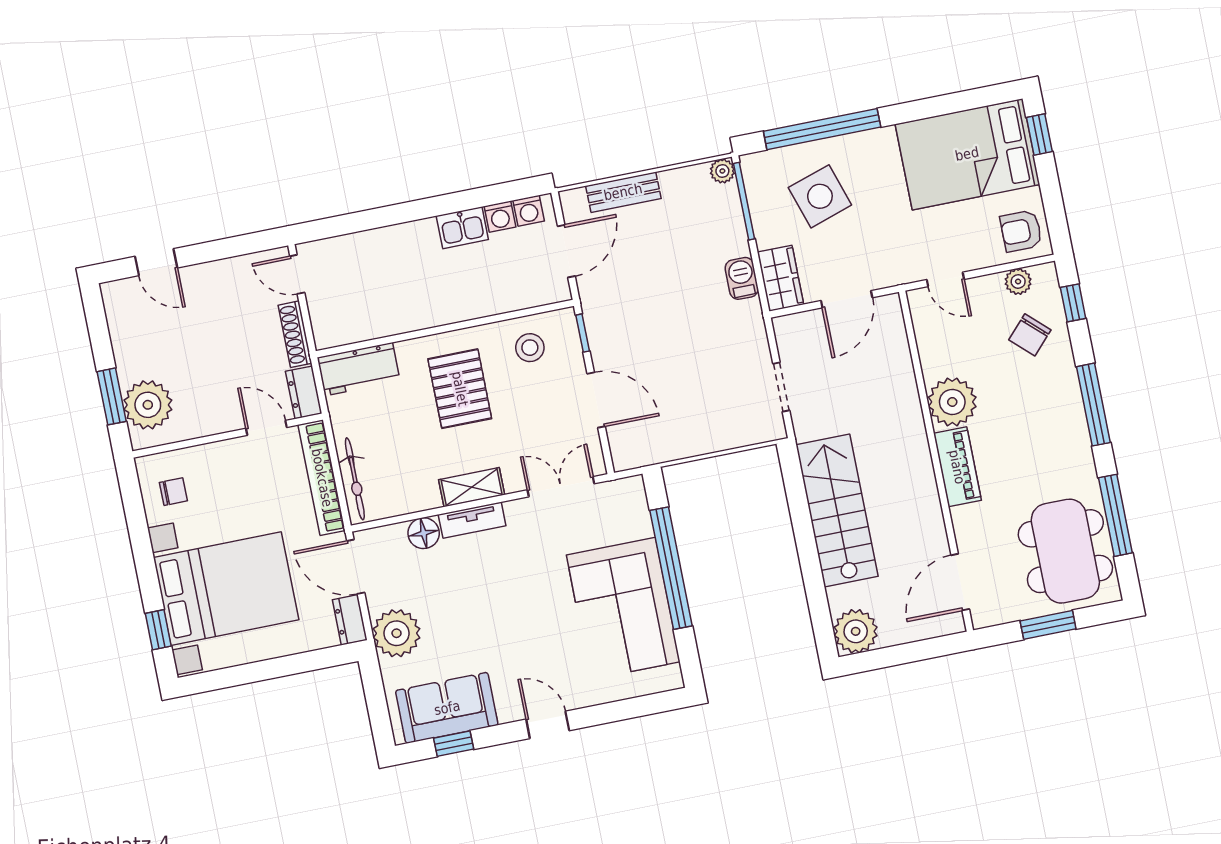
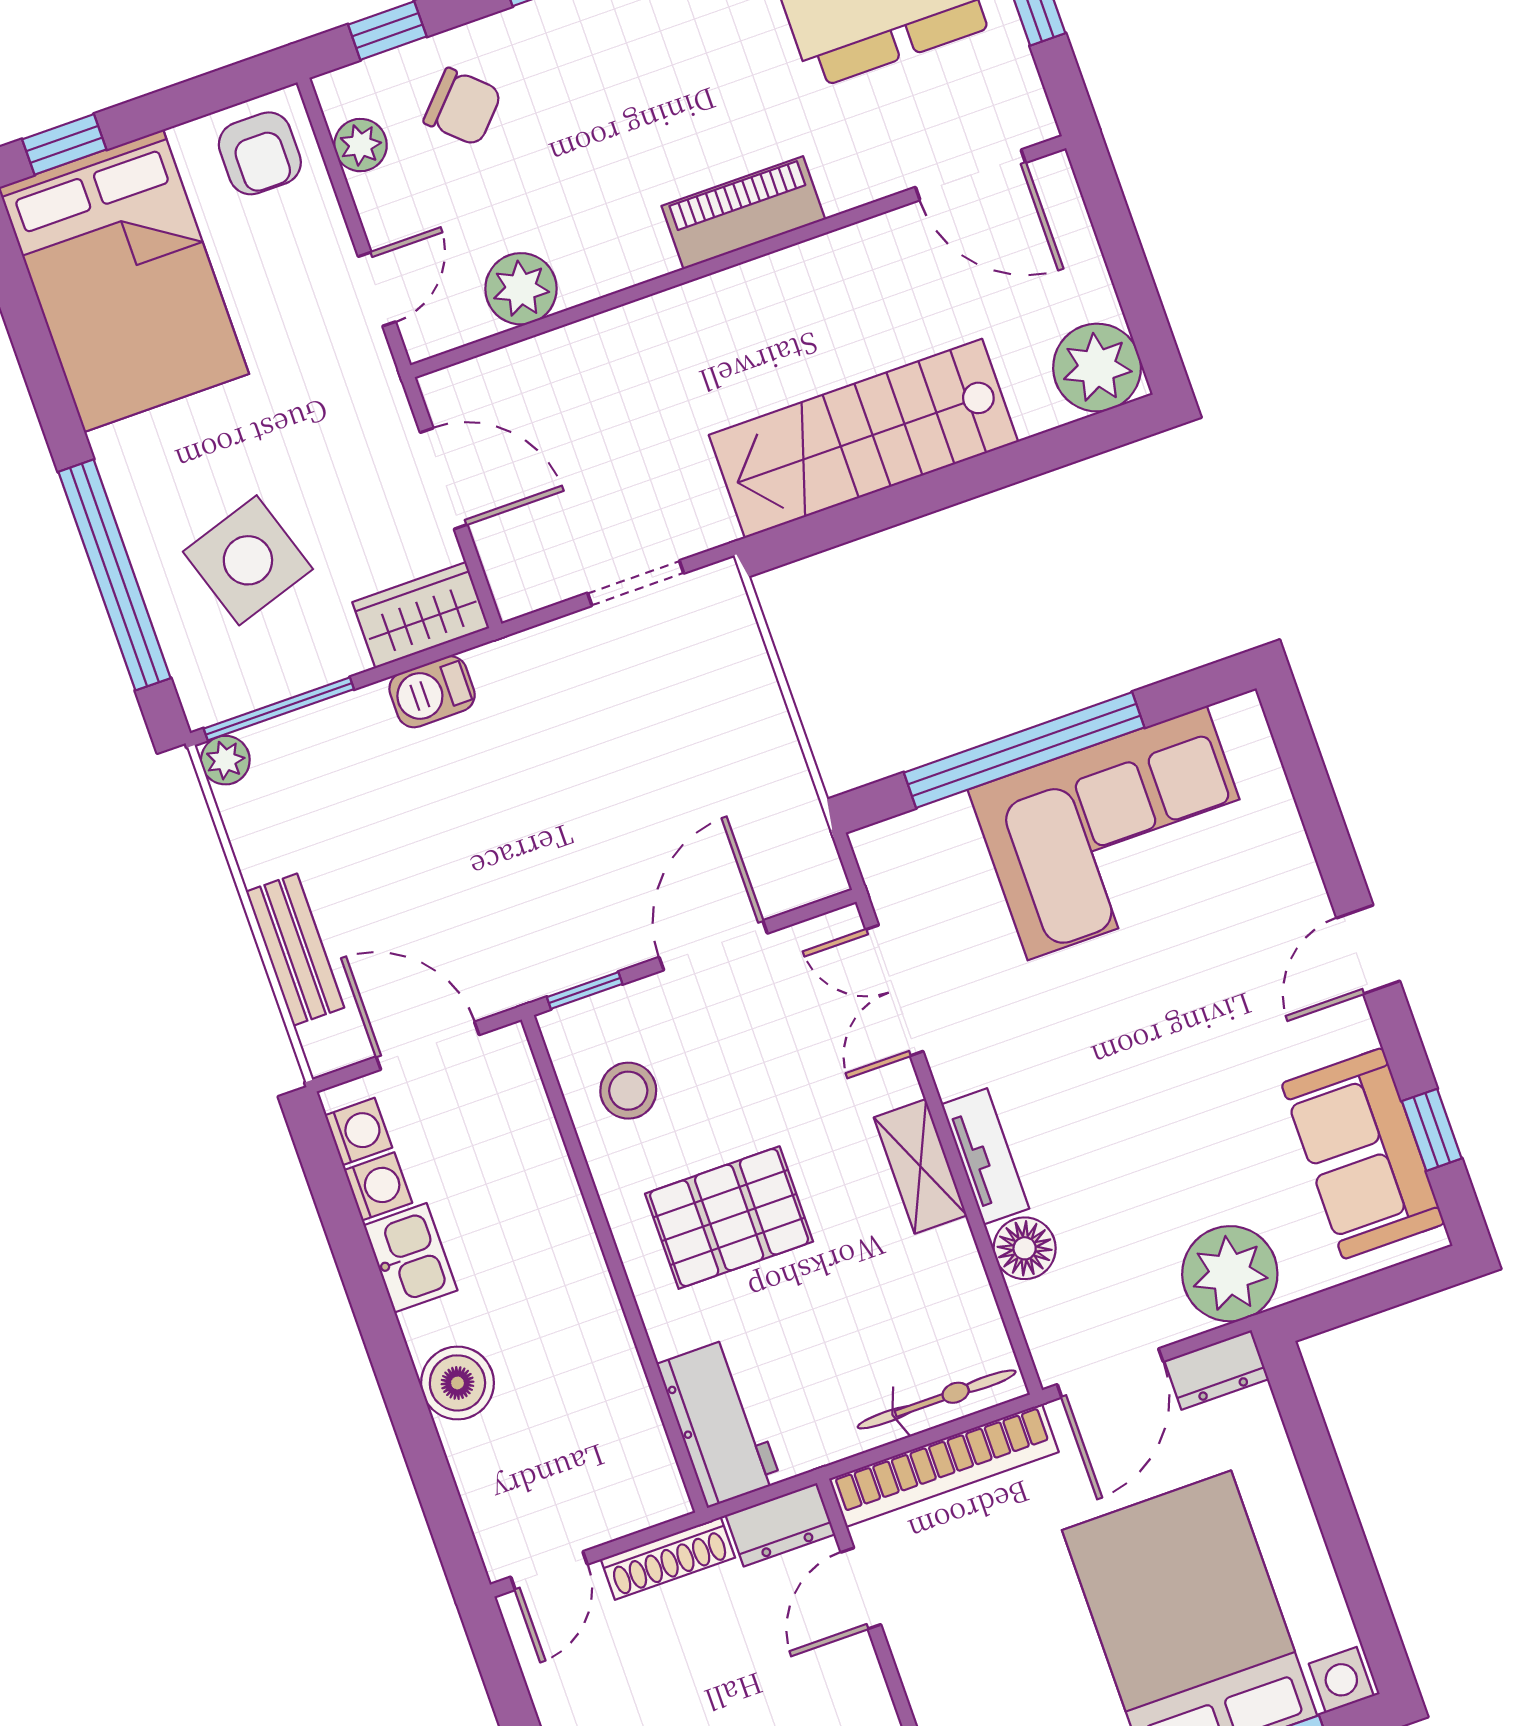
boiler: (397, 242) -> (457, 1383), added
plant: (952, 402) -> (521, 289), moved, width x0.73, depth x0.73

